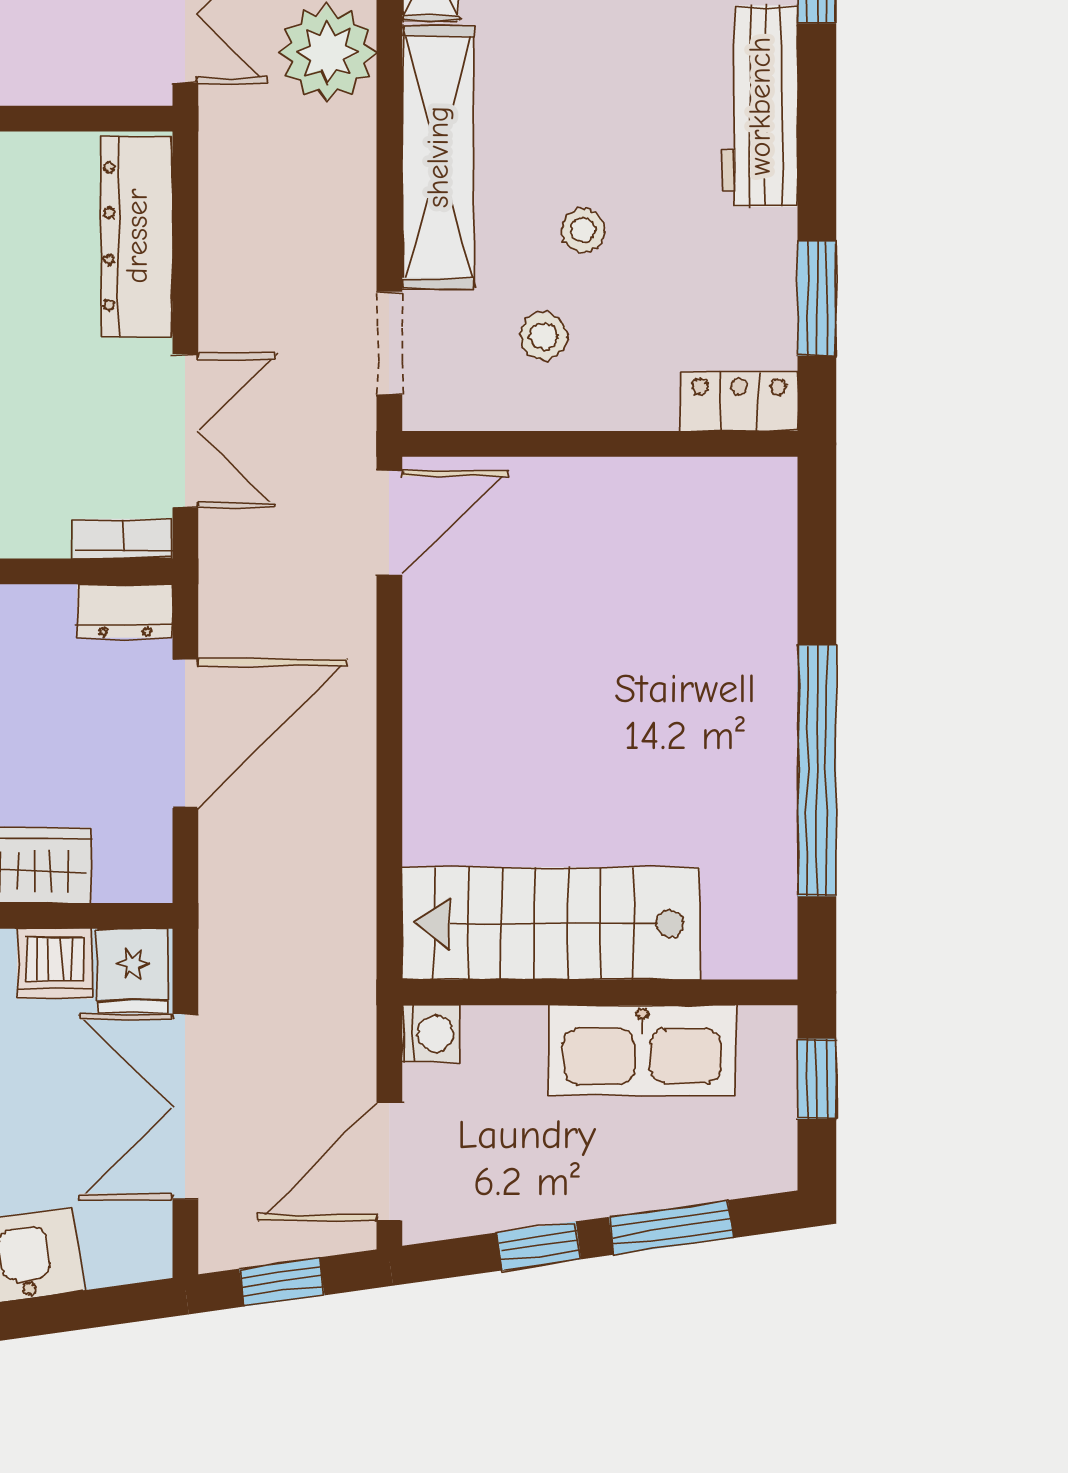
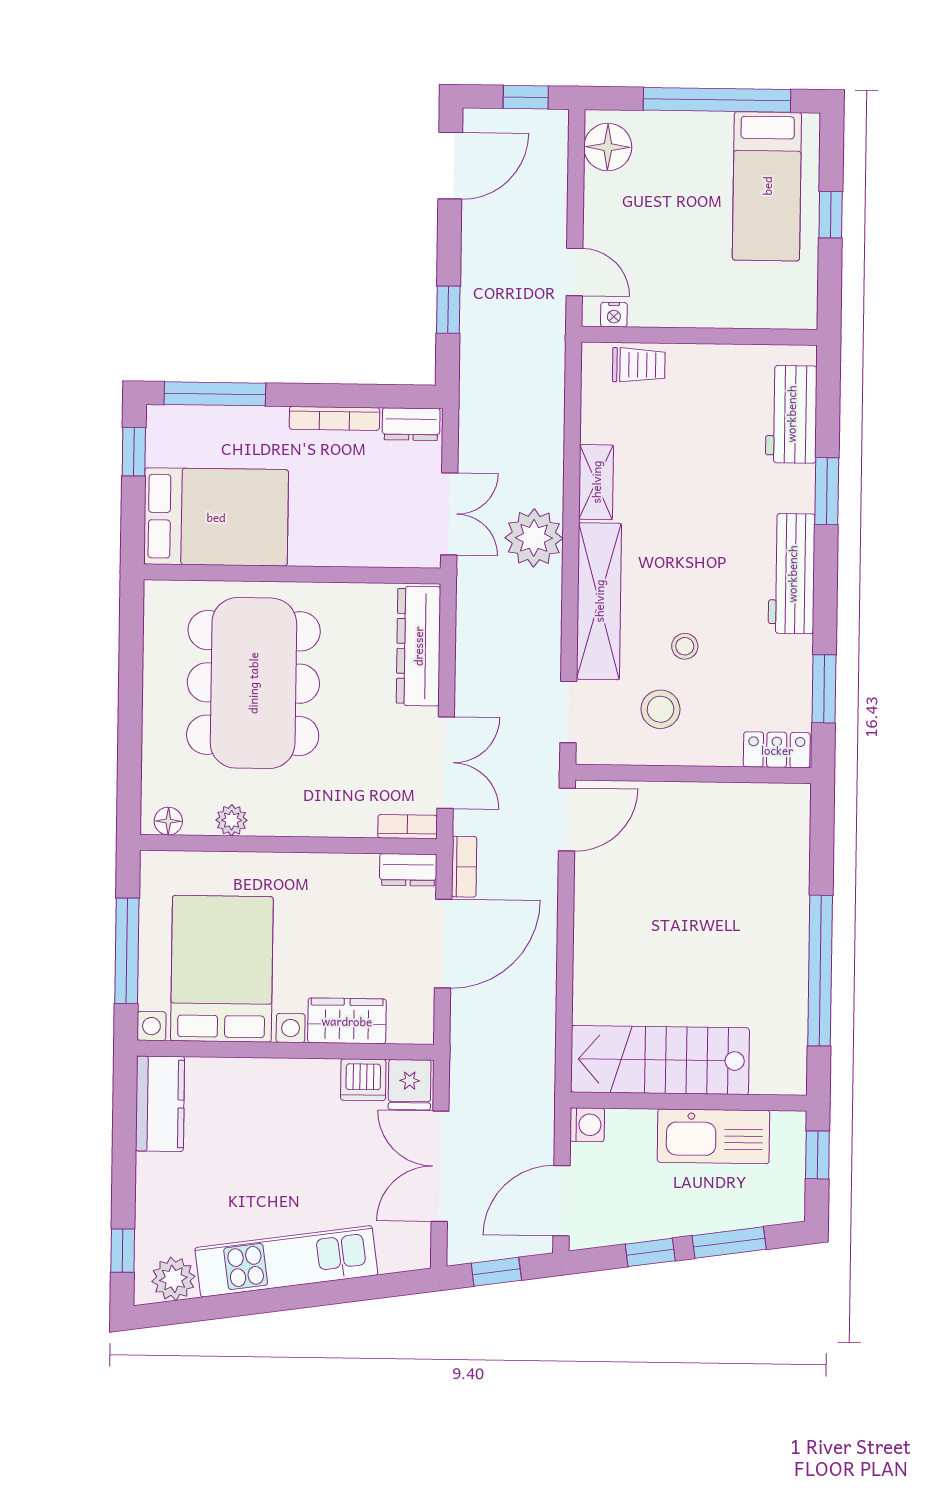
stool: (544, 336) -> (660, 709), width x1.37, depth x1.37
bookcase: (219, 604) -> (464, 867), added

